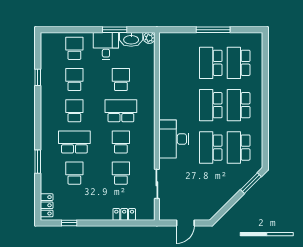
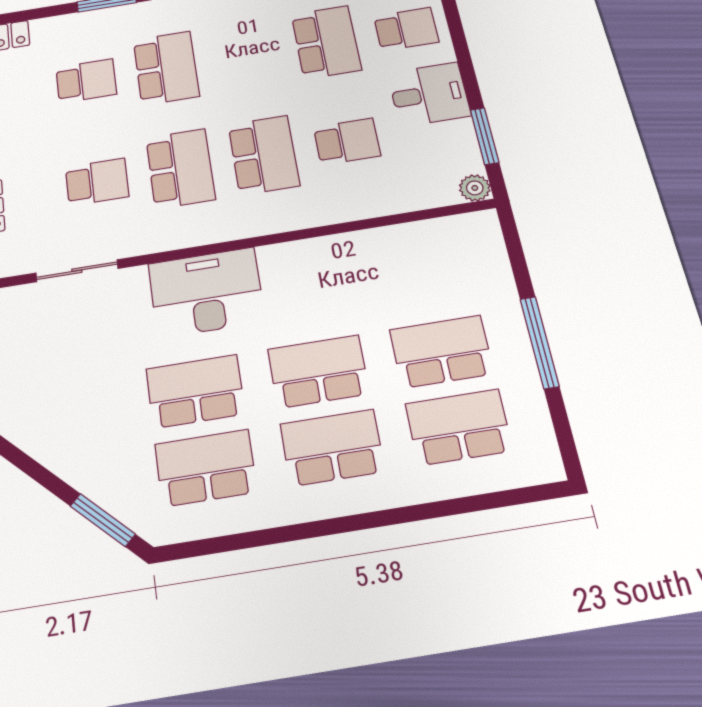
window: (115, 30) -> (485, 136), moved
washbasin: (131, 39) -> (460, 147), removed
school desk: (74, 80) -> (326, 42), width x1.85
school desk: (74, 111) -> (246, 55), removed
school desk: (121, 142) -> (180, 168), width x1.85

